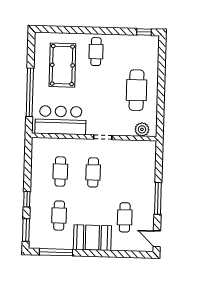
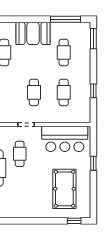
window: (53, 29) -> (74, 221), added
cafe table: (96, 52) -> (20, 154), moved
window: (30, 92) -> (93, 163), width x0.32
window: (27, 199) -> (93, 91), moved

